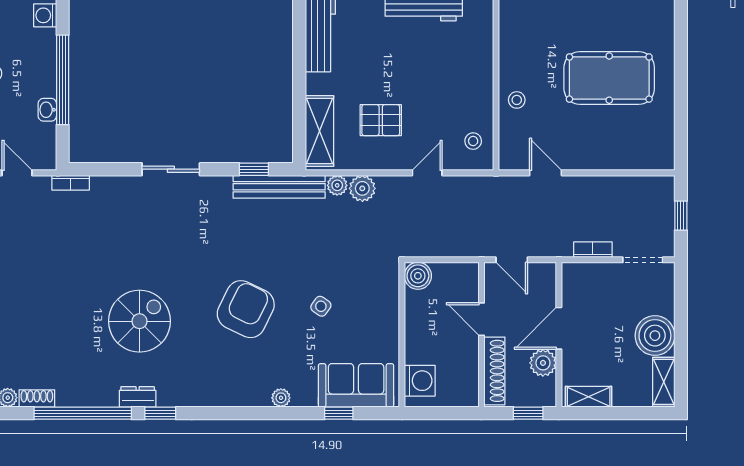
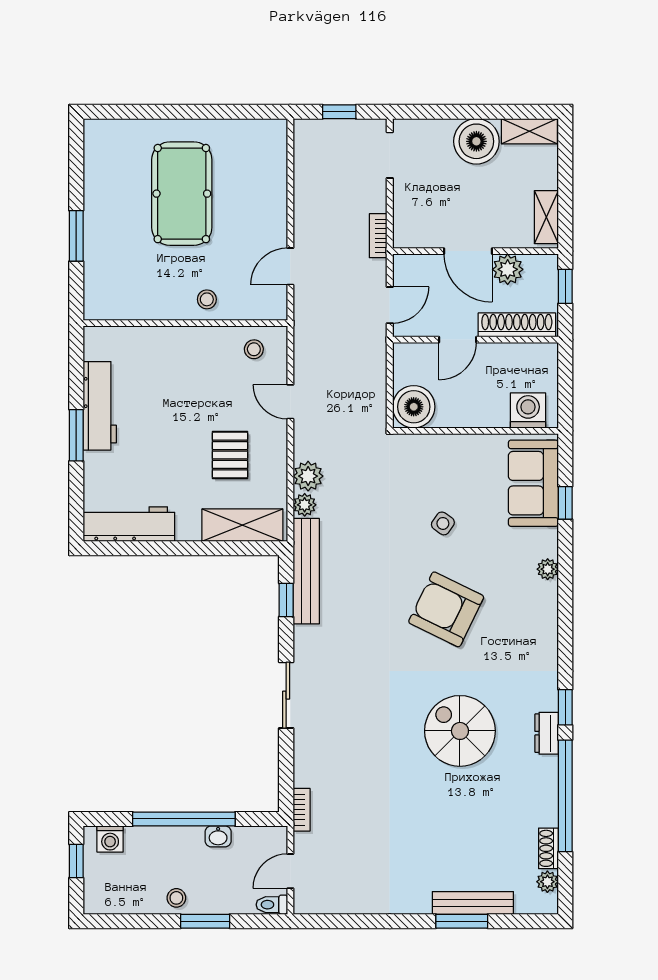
bookcase: (593, 250) -> (378, 236), moved
boiler: (418, 276) -> (414, 407), width x1.37, depth x1.37

